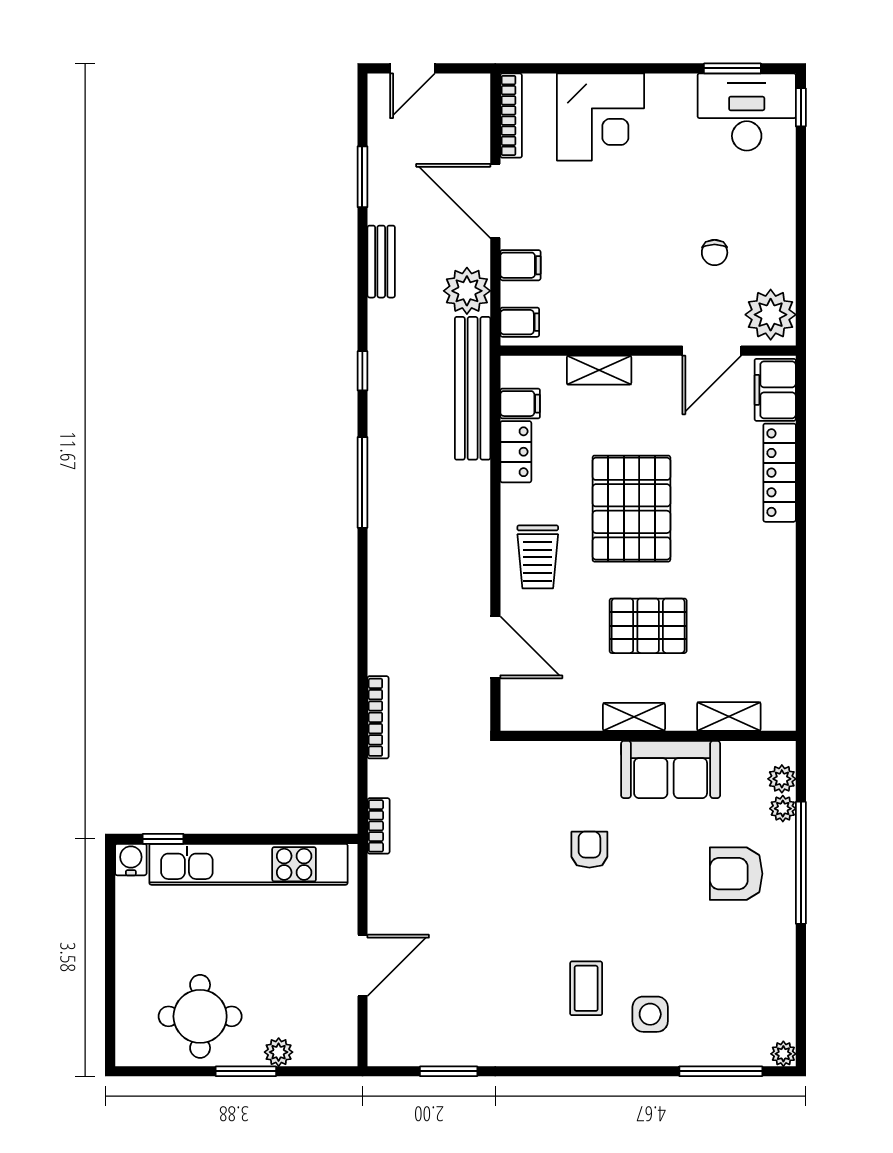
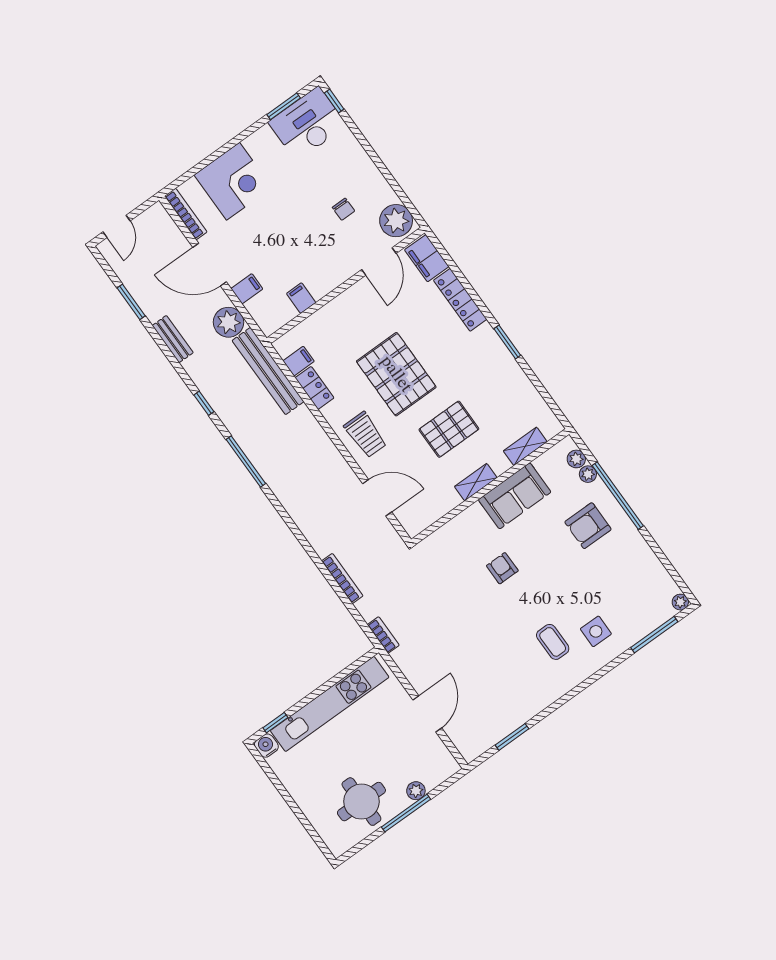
filing cabinet: (520, 322) -> (301, 298), moved, turned -90
shelving: (599, 370) -> (327, 314), removed
window: (801, 569) -> (507, 342), added
window: (246, 1071) -> (406, 813), width x1.44

